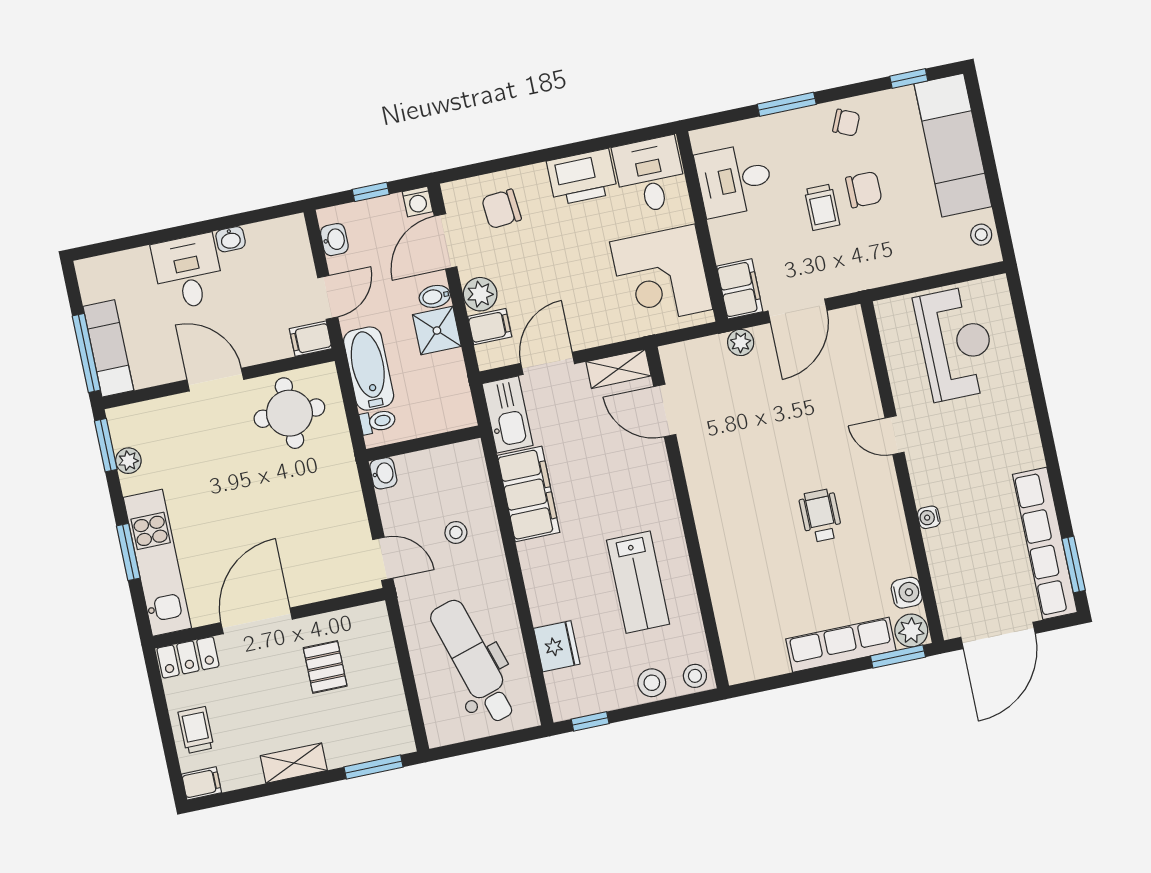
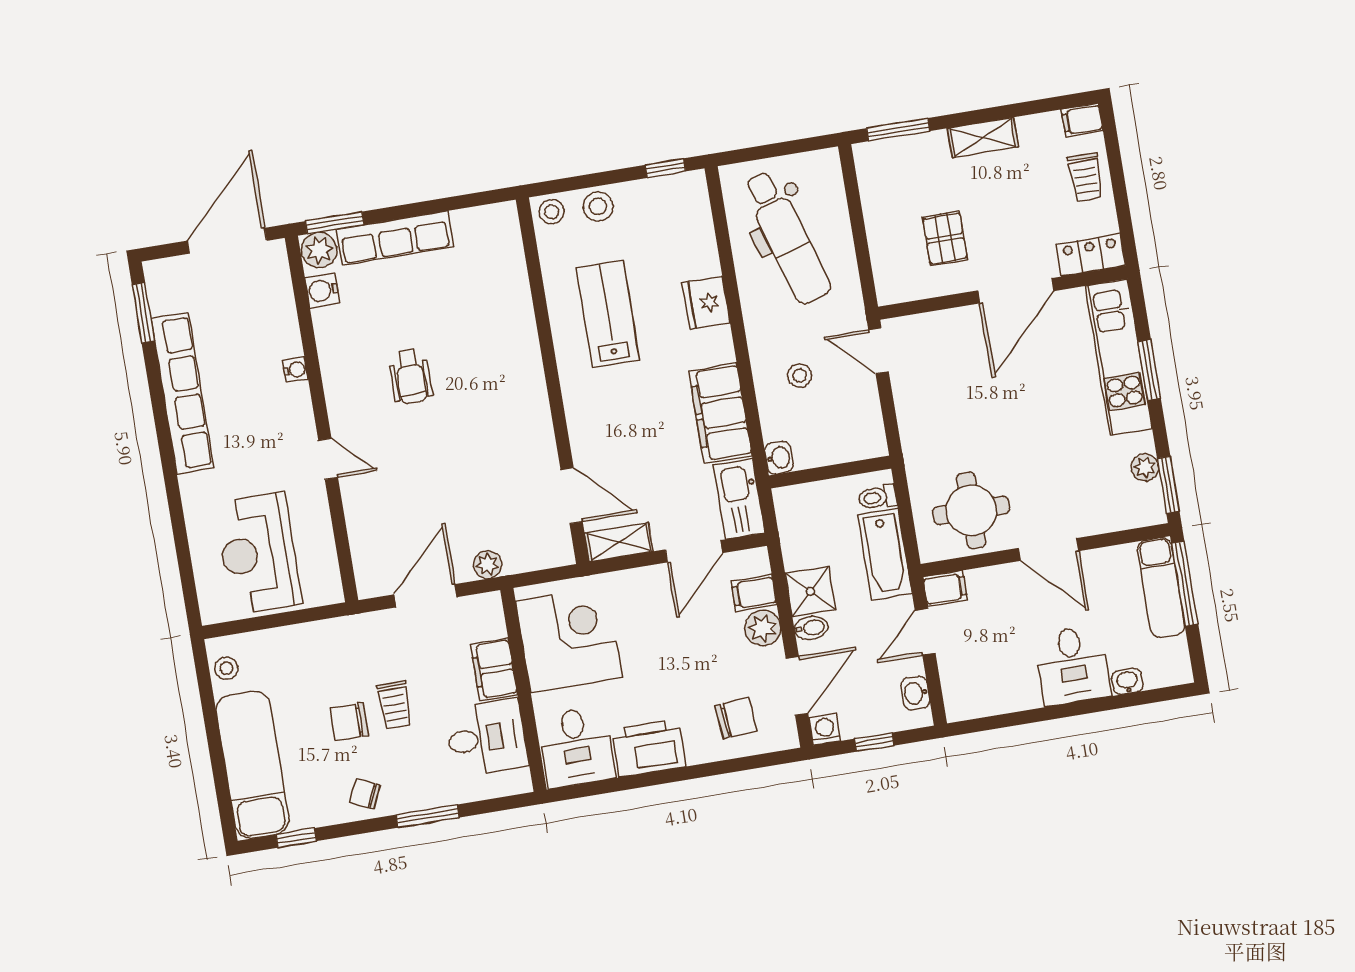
trolley: (822, 207) -> (395, 705), turned 180
washbasin: (231, 239) -> (1127, 681), moved
filing cabinet: (740, 289) -> (494, 669), moved
washbasin: (383, 473) -> (779, 458), moved, turned 180
row of seats: (1045, 543) -> (182, 393), moved
fridge: (557, 646) -> (706, 303), moved

